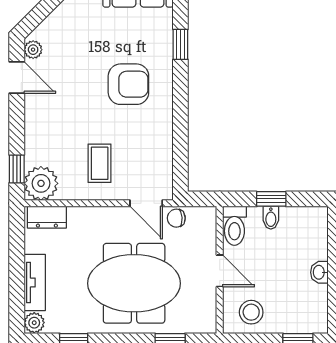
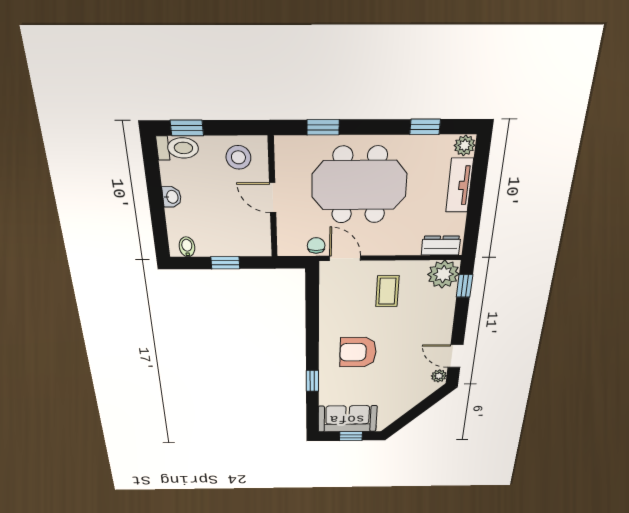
chair: (176, 218) -> (316, 245), turned -86
bidet: (271, 218) -> (187, 247), moved
toilet: (234, 226) -> (178, 148), moved, turned 90

